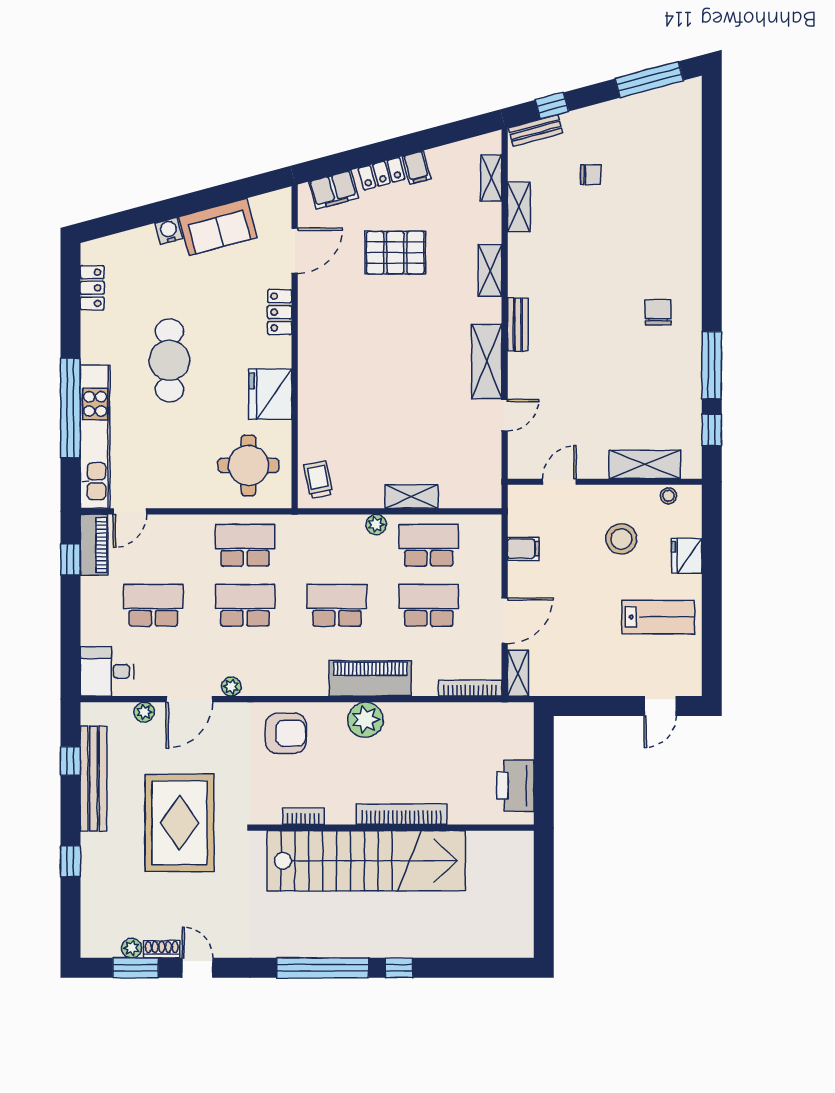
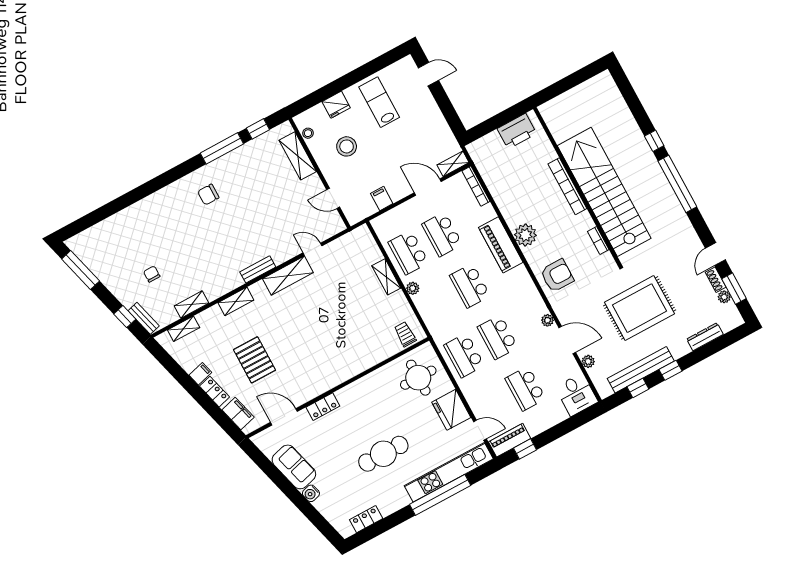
fridge: (270, 394) -> (451, 410), moved, turned 90
trolley: (318, 480) -> (405, 334), turned 101
armchair: (286, 733) -> (557, 276), turned 90
window: (70, 861) -> (671, 370), moved
dresser: (91, 892) -> (705, 337), added

